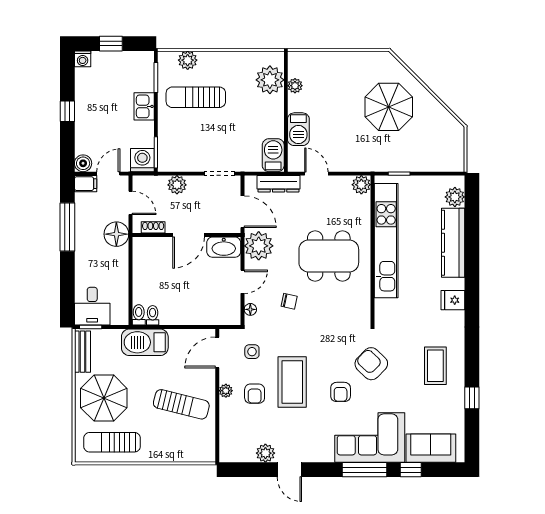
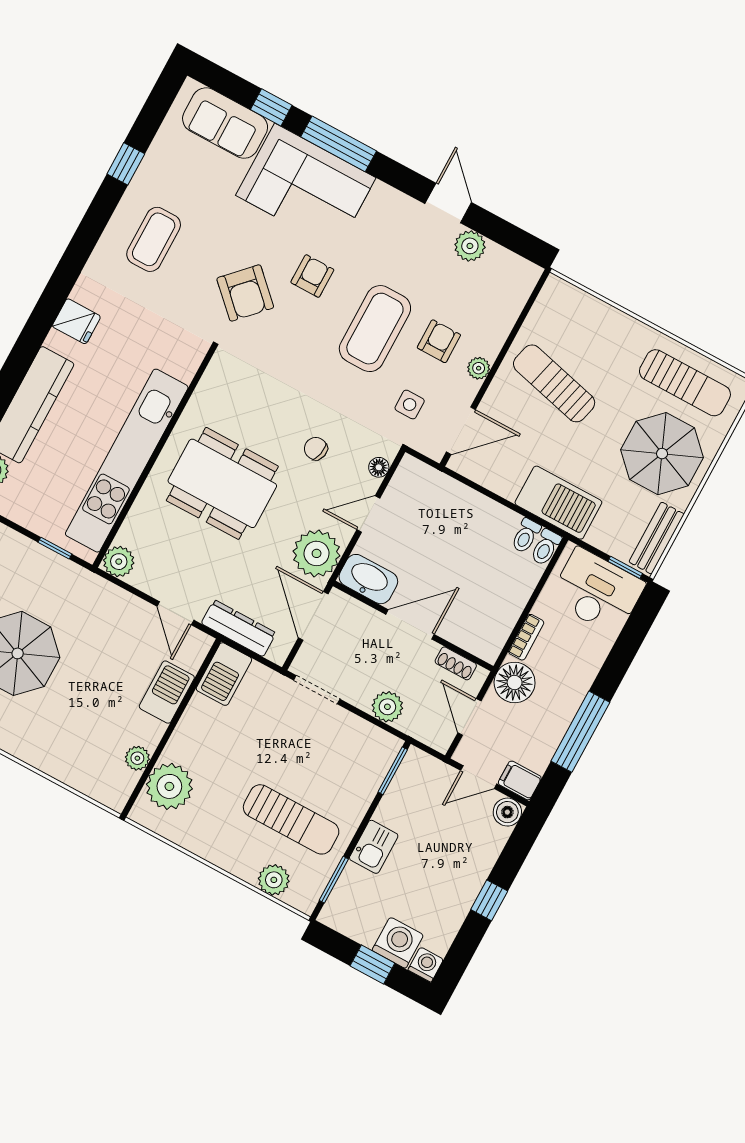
washing machine: (142, 160) -> (398, 943), moved, turned 180
bookcase: (123, 262) -> (526, 637), added
desk: (92, 306) -> (597, 591), width x1.37

